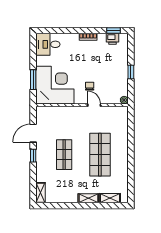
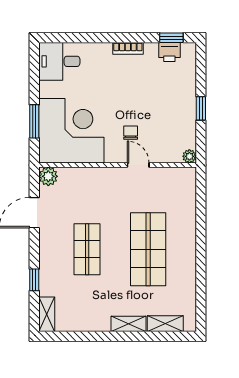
plant: (41, 112) -> (48, 176), added
window: (33, 156) -> (34, 280), moved

